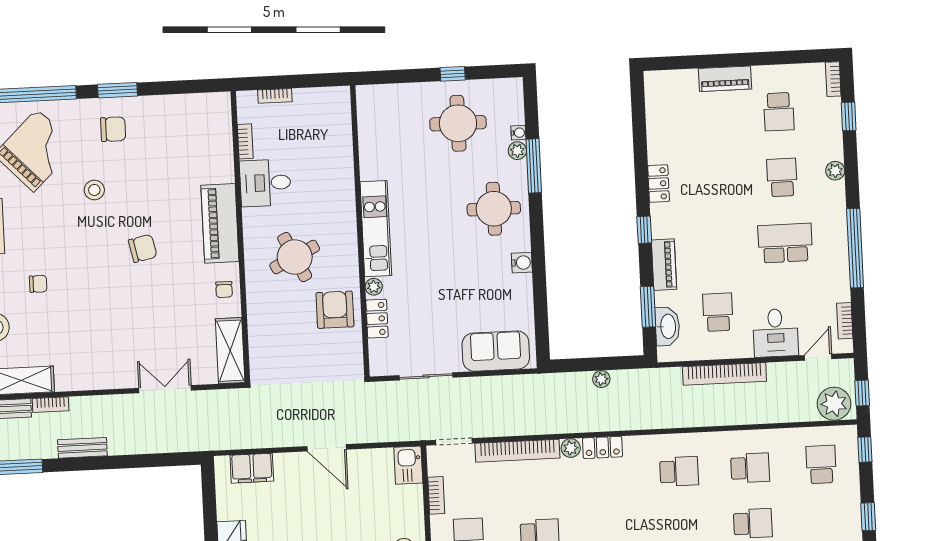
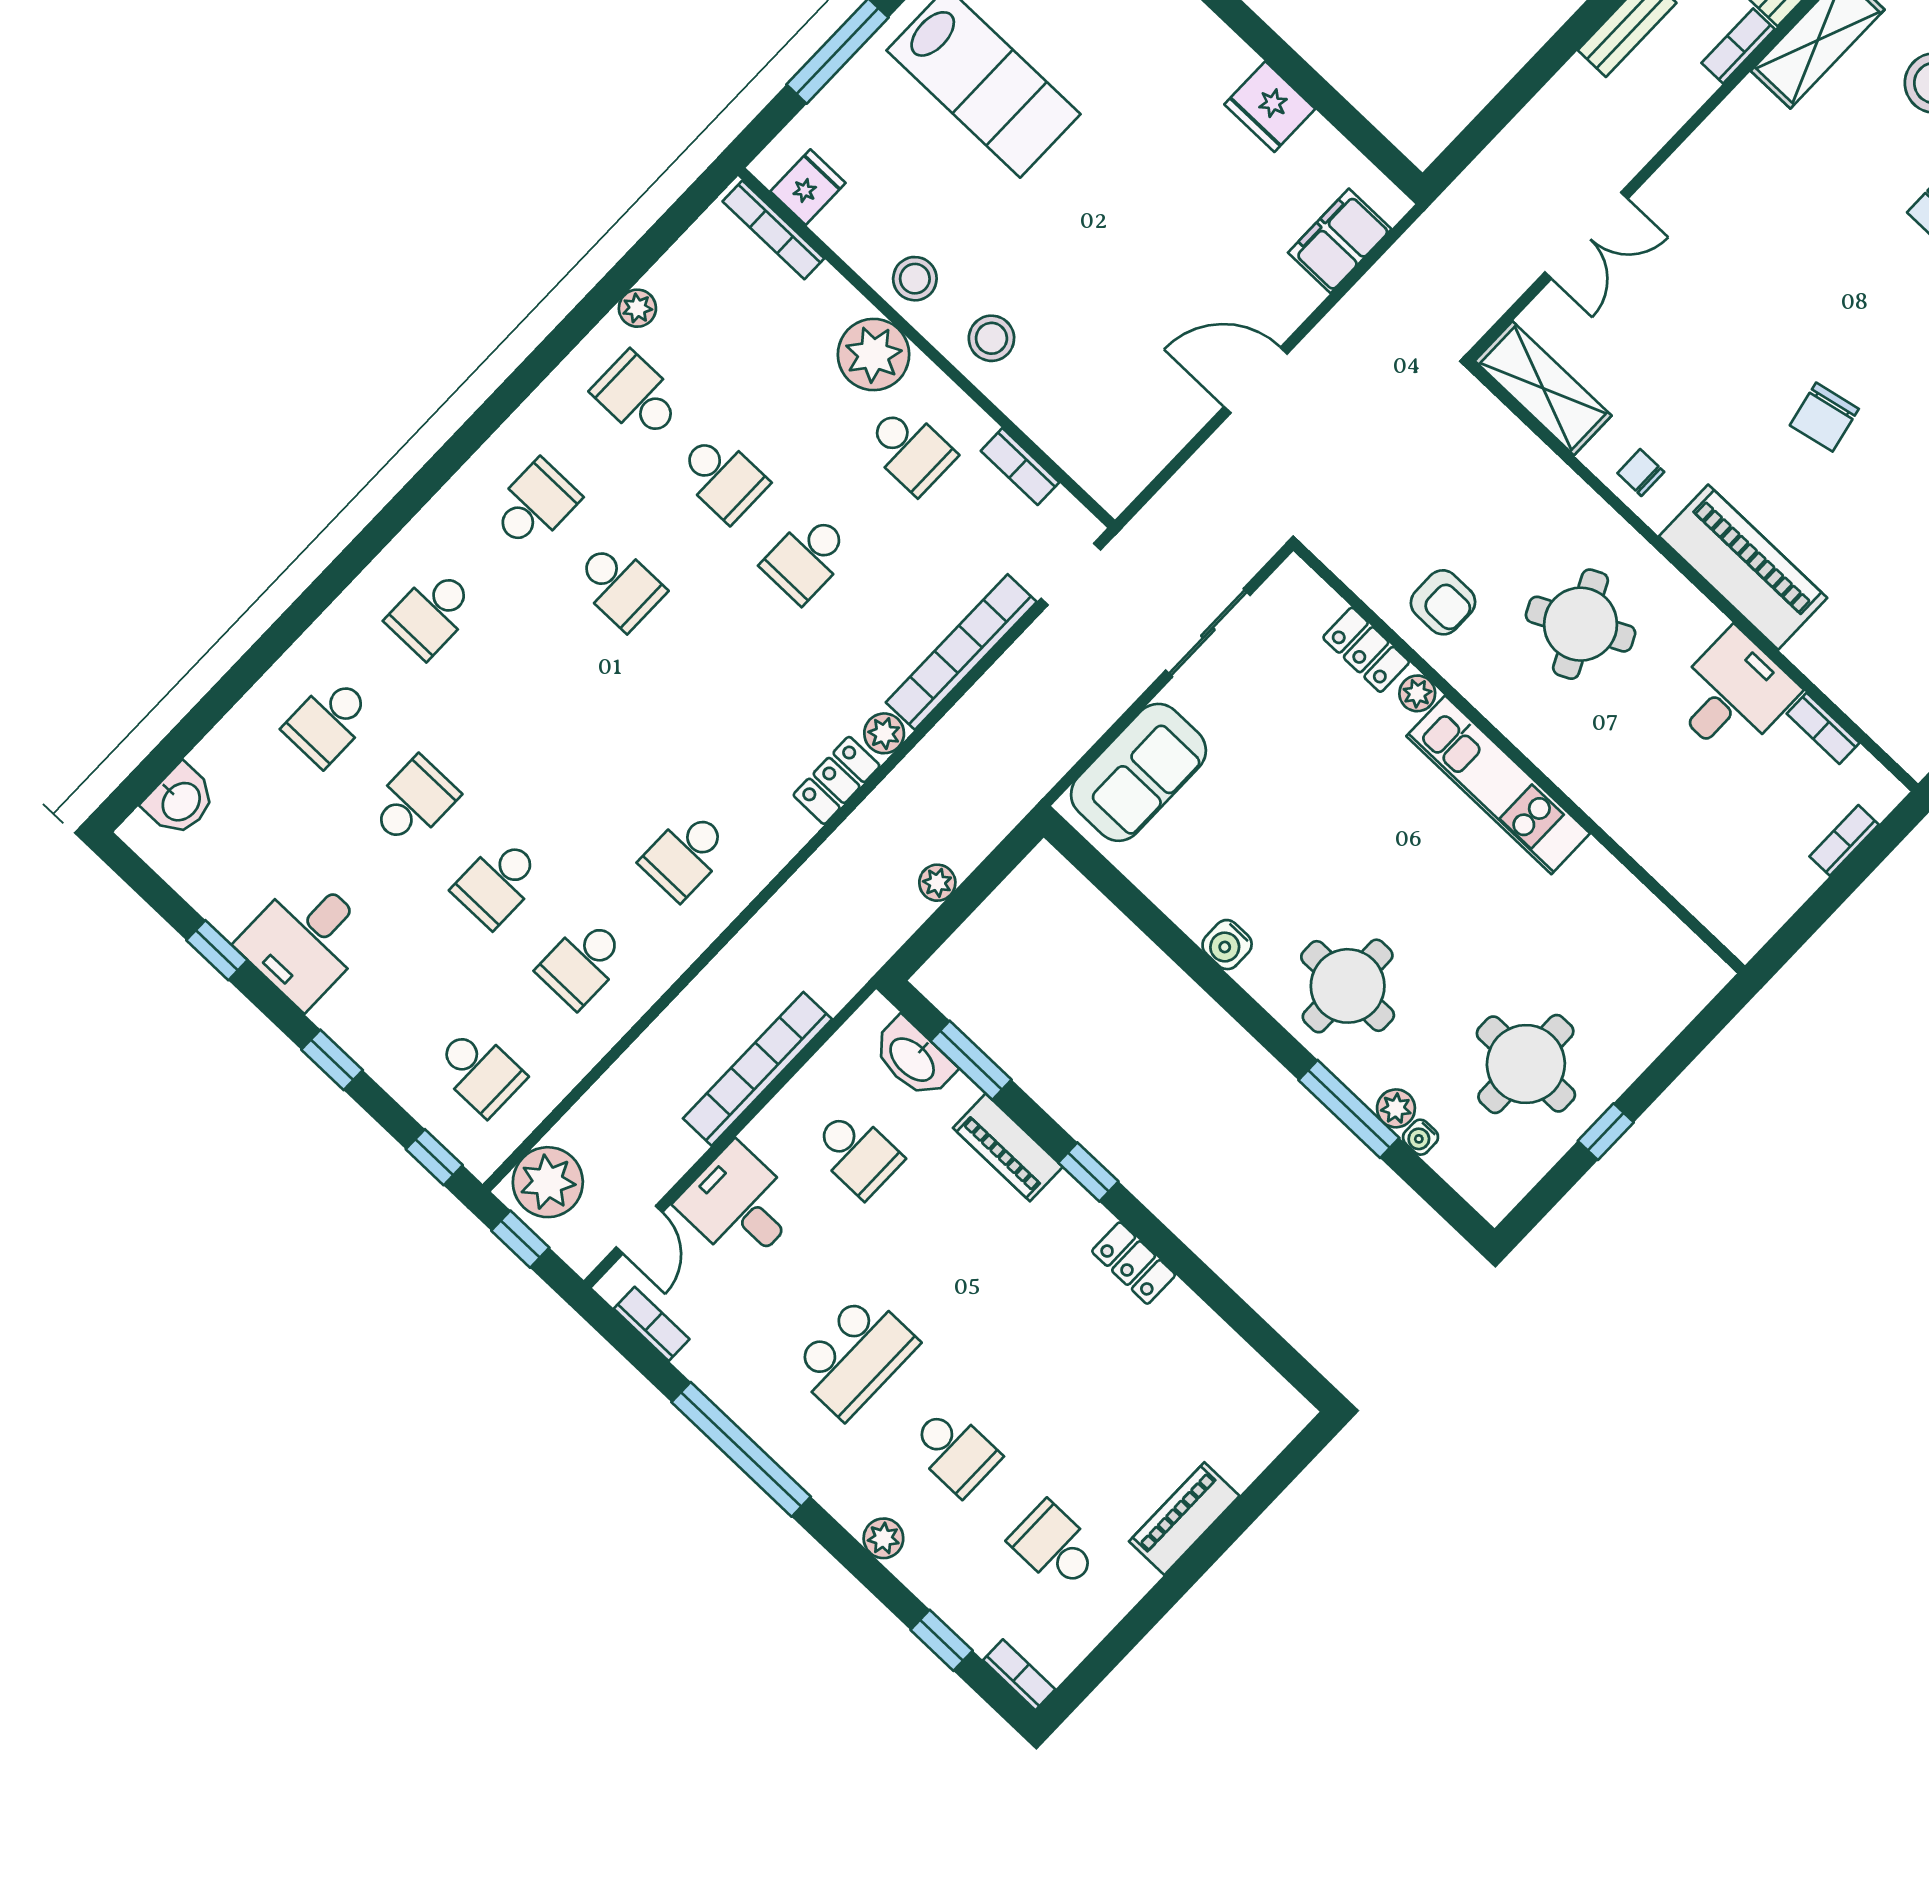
armchair: (335, 310) -> (1443, 602), width x0.72, depth x0.72
kitchen sink: (408, 465) -> (1106, 472), removed

